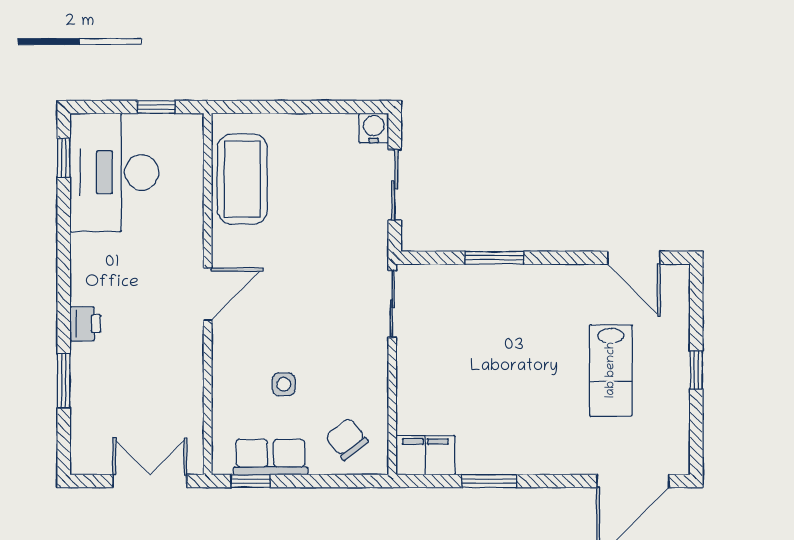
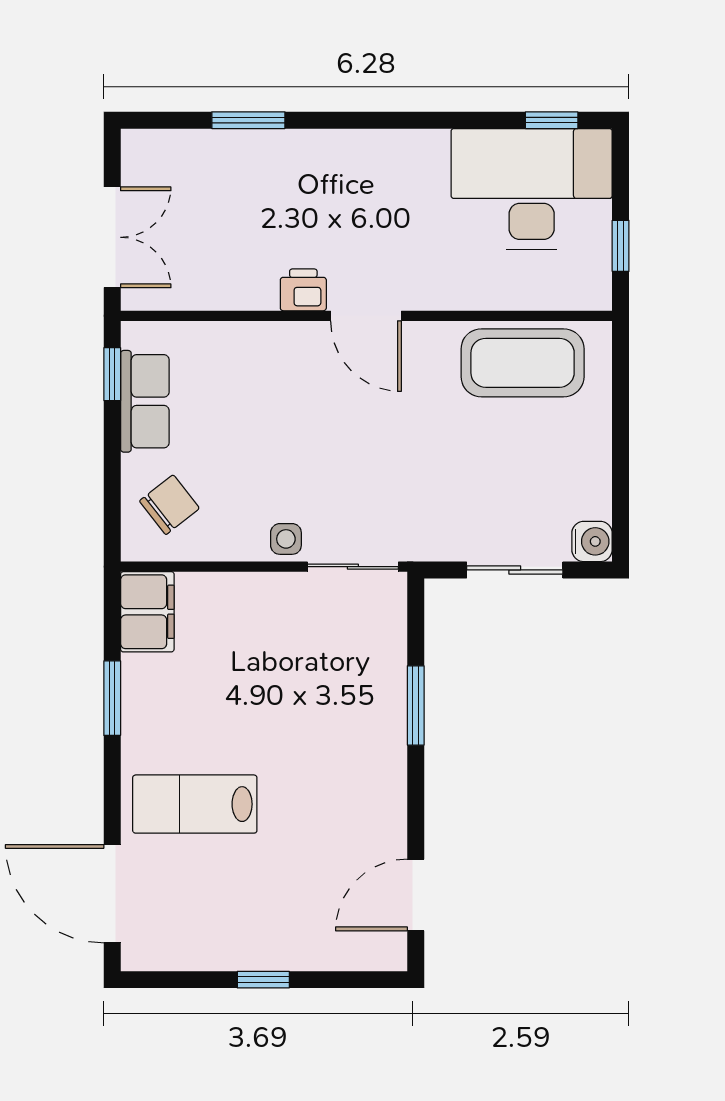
printer: (85, 324) -> (303, 290), moved, turned 180
lab bench: (611, 370) -> (195, 804), moved
side table: (284, 384) -> (286, 539), moved

